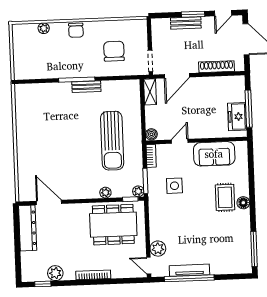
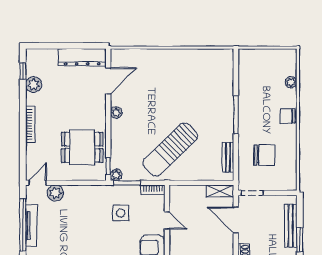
bench: (186, 23) -> (291, 226), width x1.36
bench: (86, 87) -> (228, 157), moved
boiler: (151, 134) -> (175, 191), removed
sun lounger: (112, 141) -> (170, 149), turned -44
plant: (105, 193) -> (116, 112), moved
dining table: (113, 225) -> (82, 147), width x0.73

